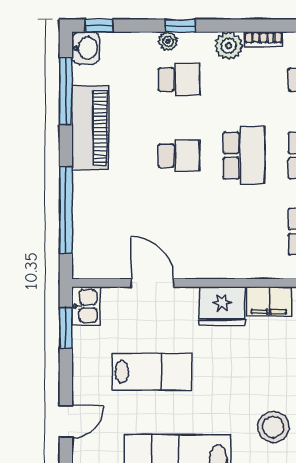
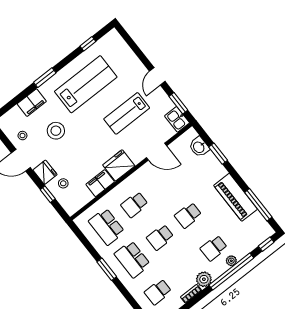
window: (180, 26) -> (231, 272), width x3.17
washbasin: (86, 48) -> (199, 147), moved
school desk: (244, 155) -> (160, 237), width x0.54
window: (66, 210) -> (218, 154), width x0.47
school desk: (244, 232) -> (134, 205), added
door: (66, 421) -> (157, 76), moved

